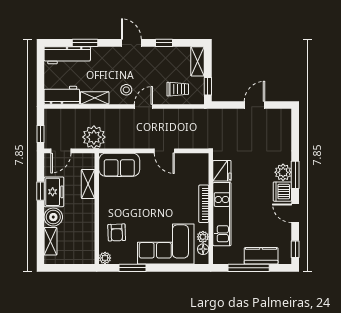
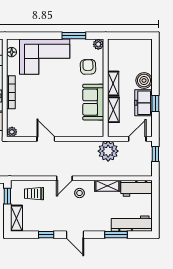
sofa: (119, 165) -> (93, 102), moved, turned -90
plant: (203, 237) -> (12, 132), moved
shelving: (50, 241) -> (113, 83), moved

